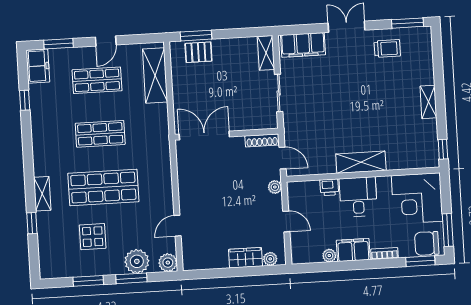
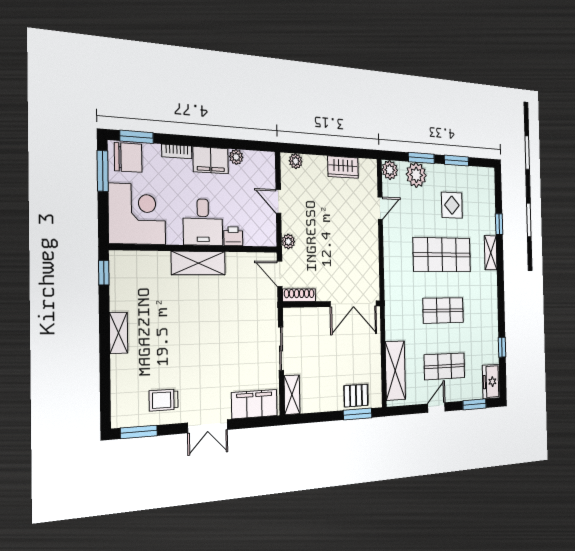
wardrobe: (246, 258) -> (343, 167), moved

